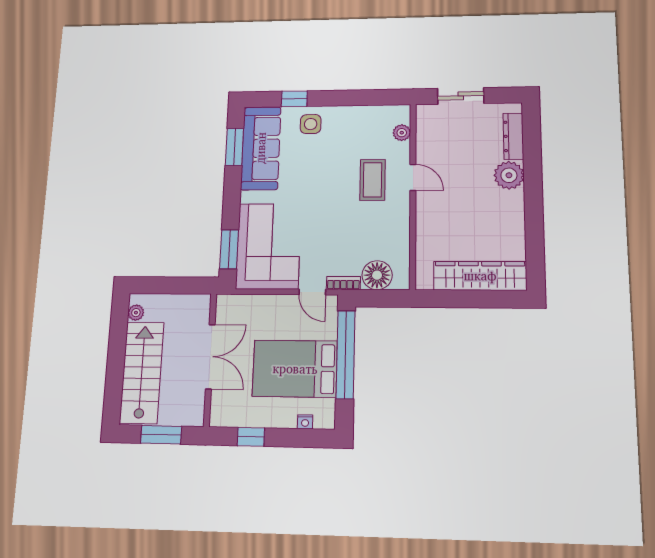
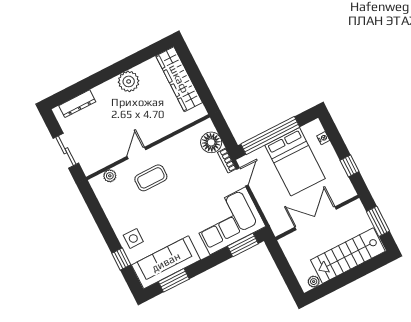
plant: (509, 175) -> (129, 81), moved

